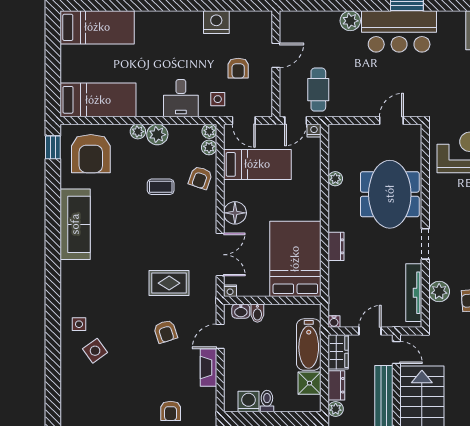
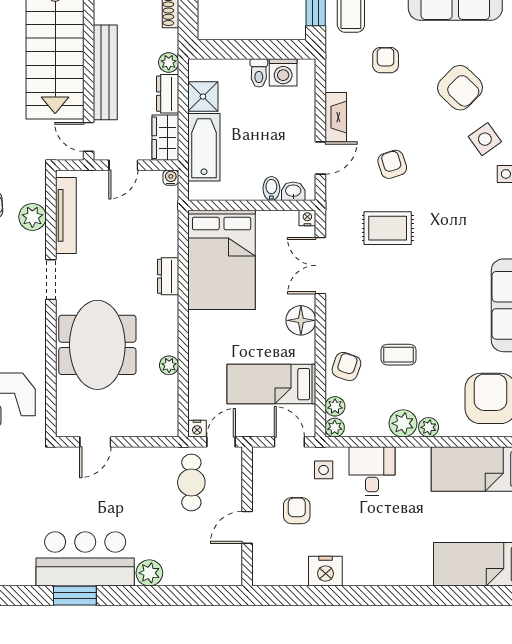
armchair: (114, 390) -> (460, 88), added

